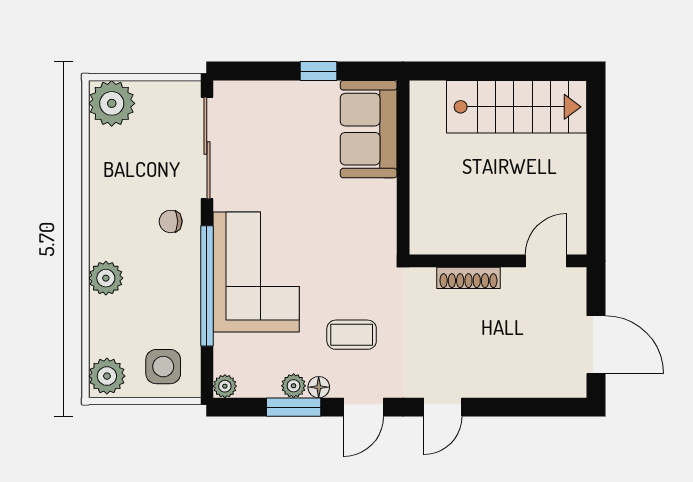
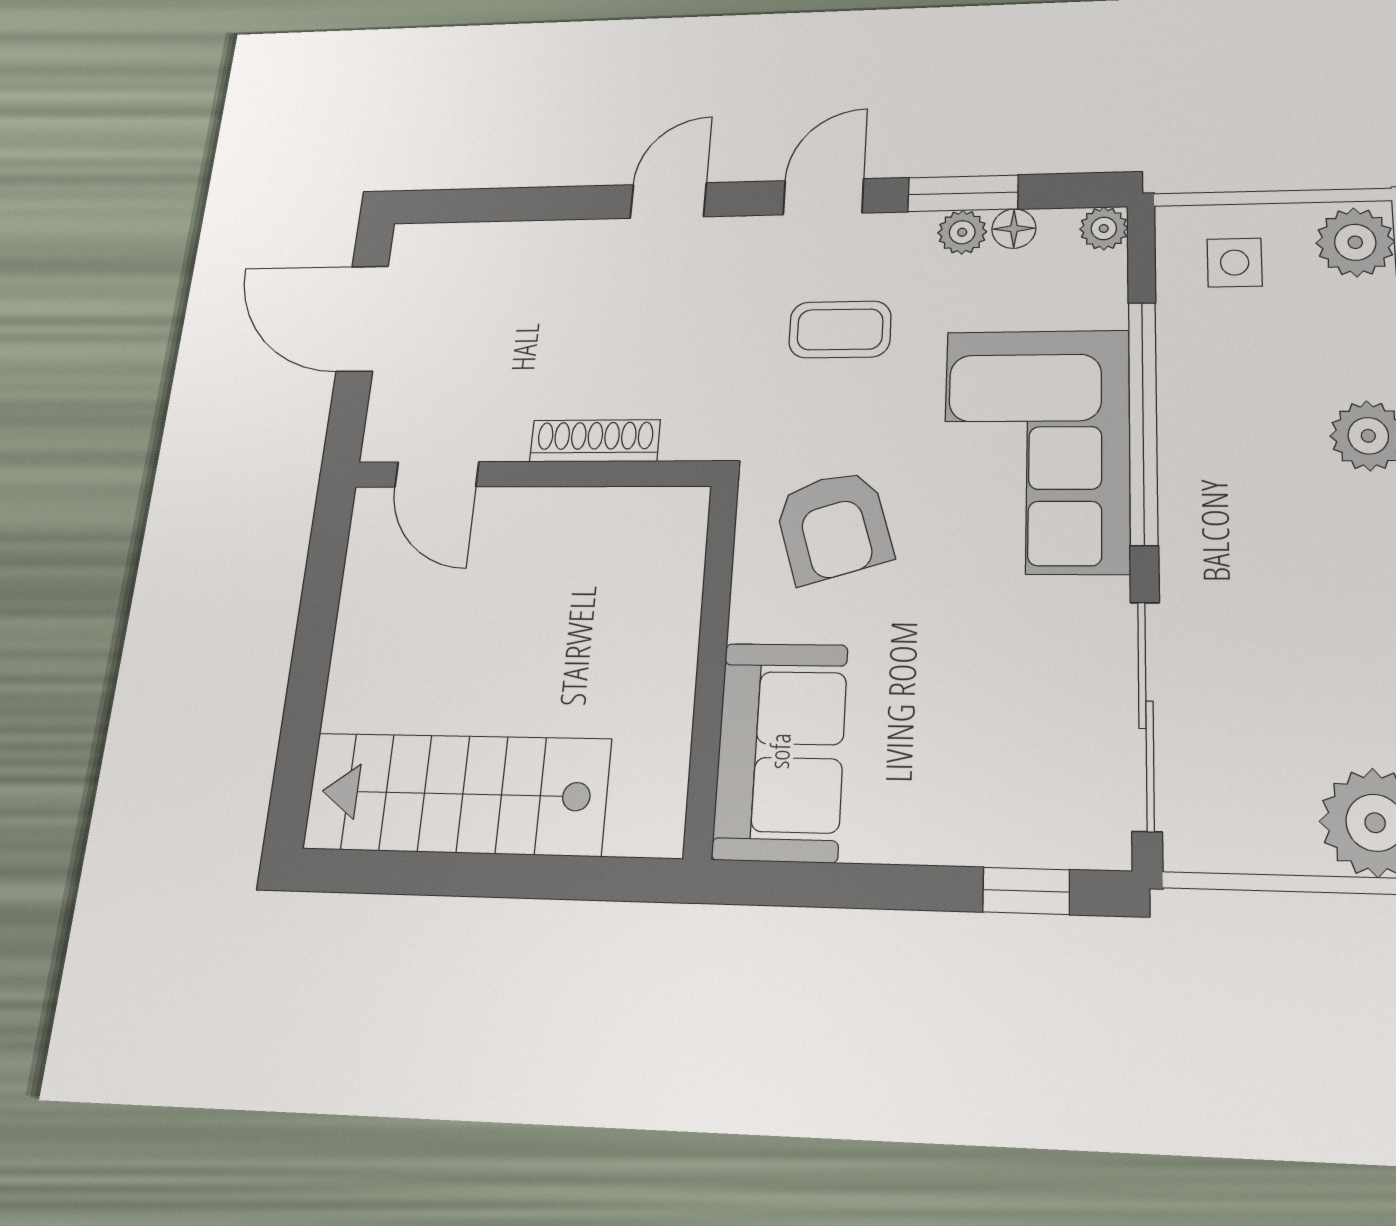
window: (318, 71) -> (1026, 891), moved
chair: (171, 221) -> (1226, 555), removed
armchair: (350, 235) -> (833, 526), added
door: (546, 261) -> (437, 474), hinge flipped
side table: (163, 367) -> (1235, 263), width x0.73, depth x0.73
floor lamp: (319, 387) -> (1014, 229), moved

